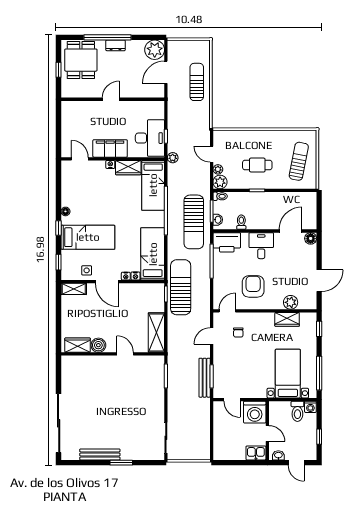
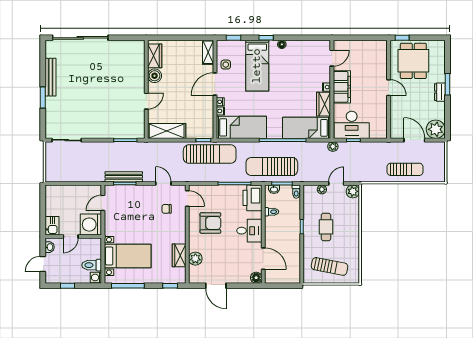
window: (107, 37) -> (447, 84), width x0.47
dining table: (81, 60) -> (413, 61), moved, turned 90
window: (59, 70) -> (402, 38), moved
plant: (220, 182) -> (353, 191), moved

